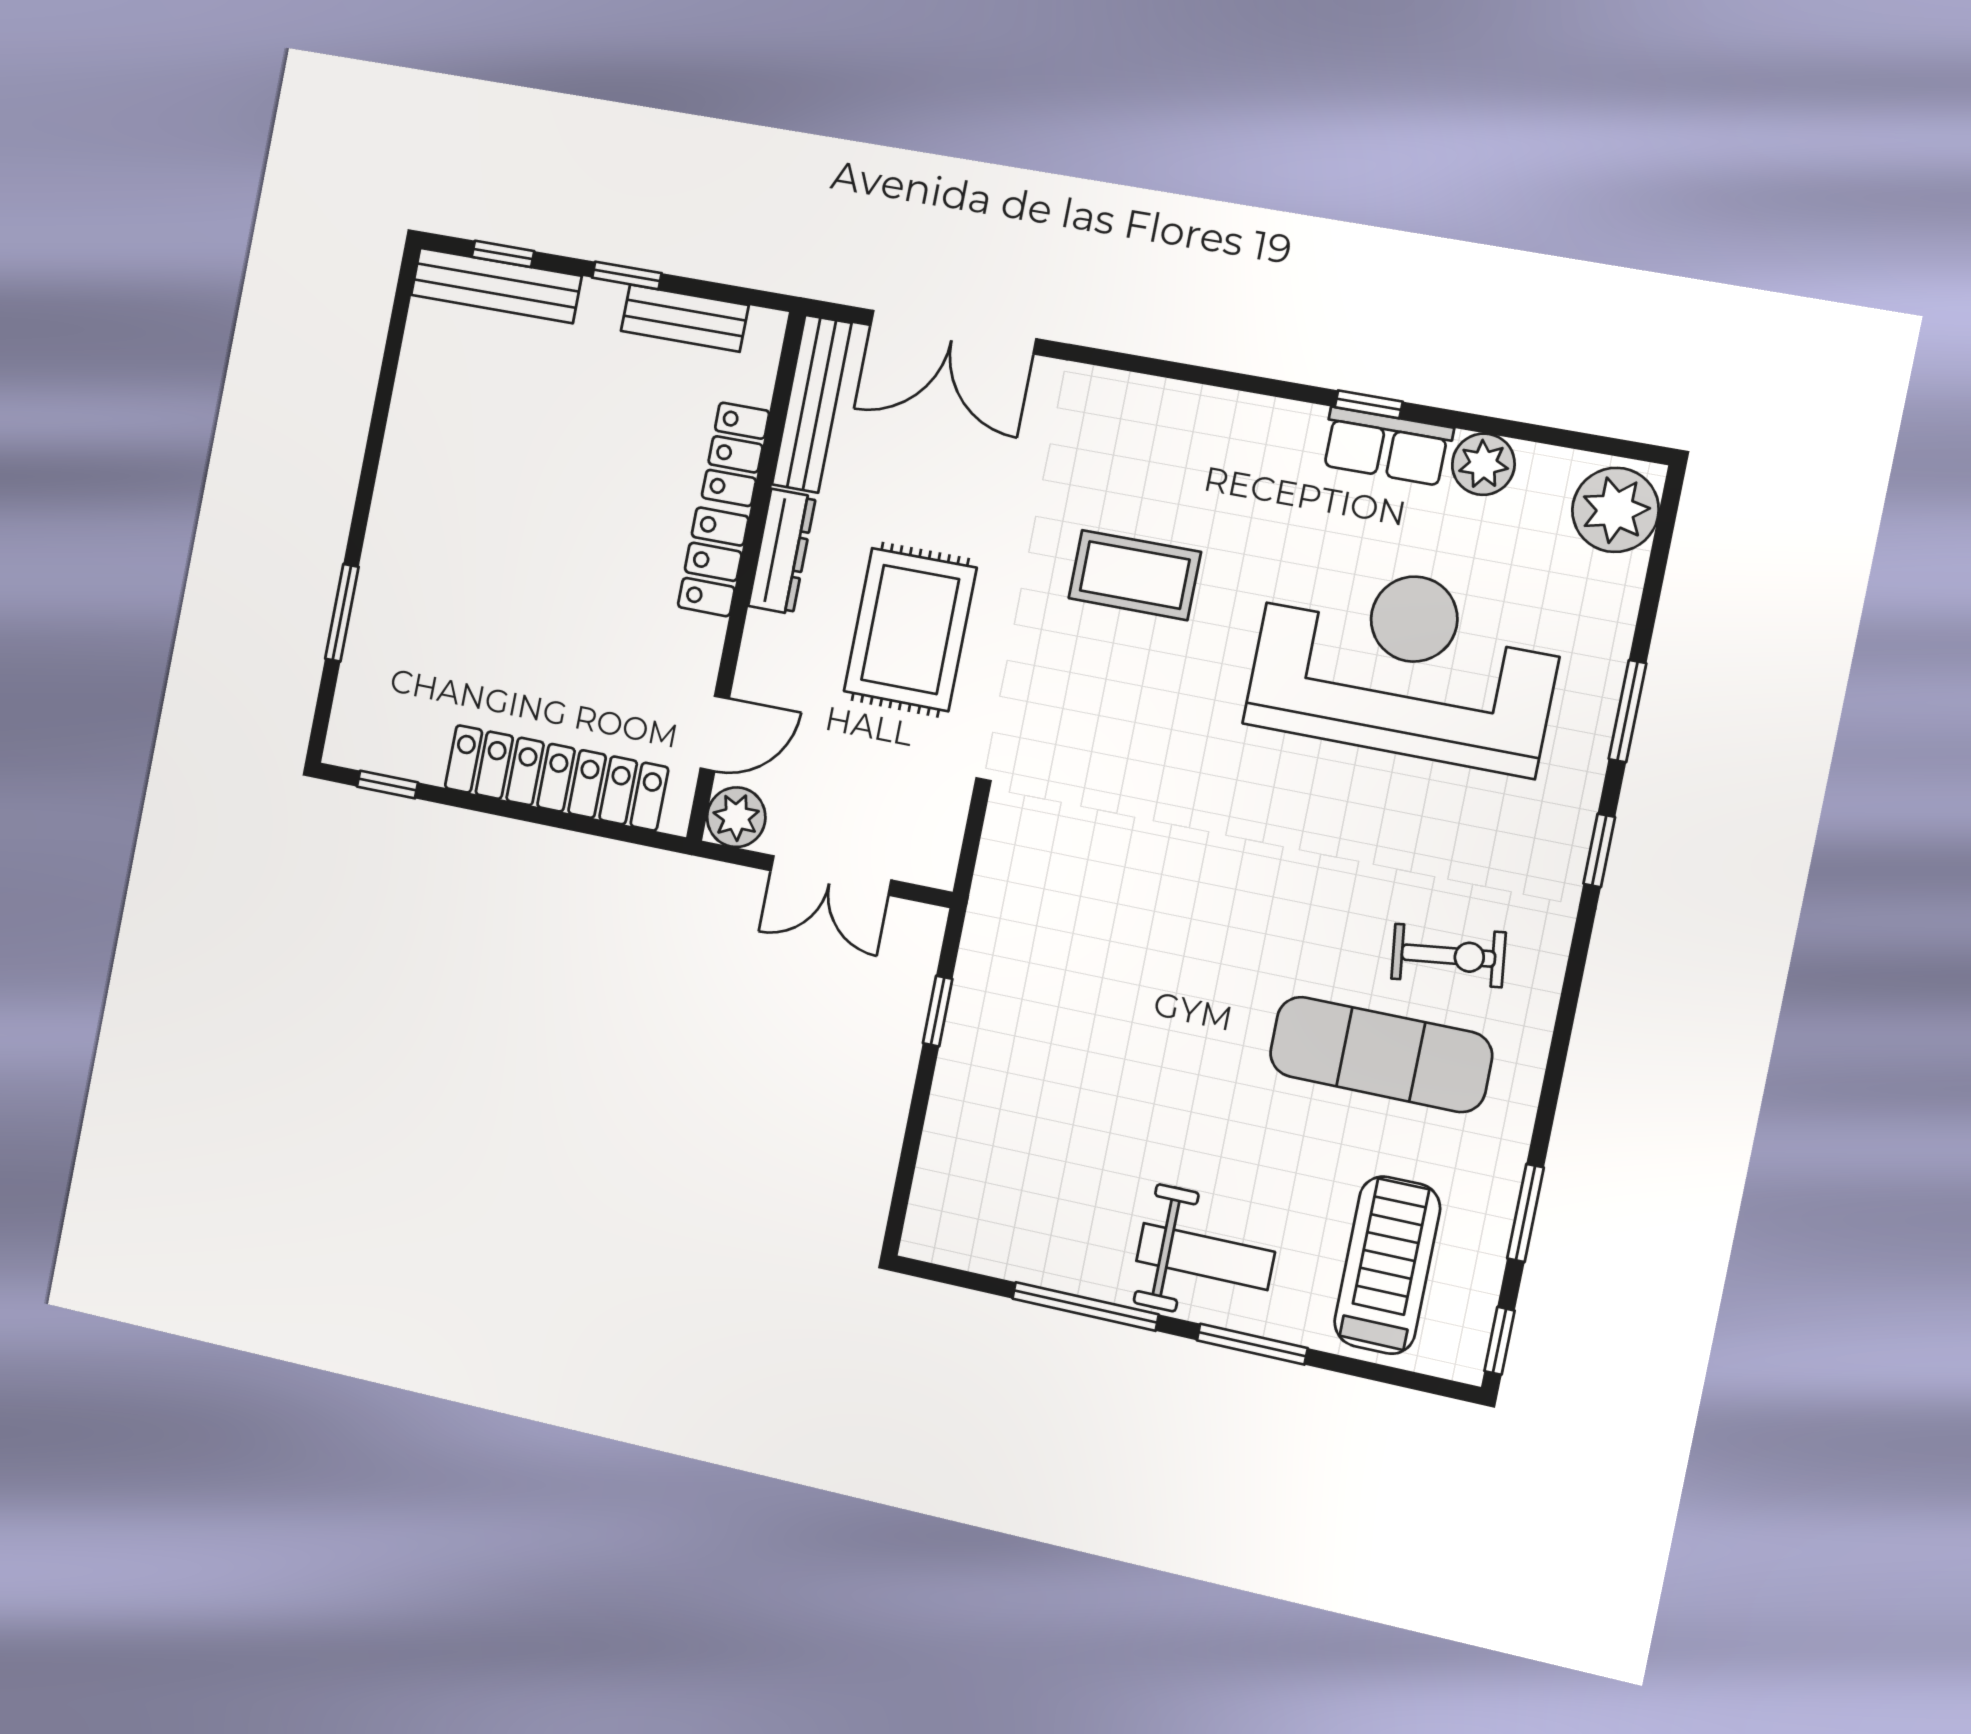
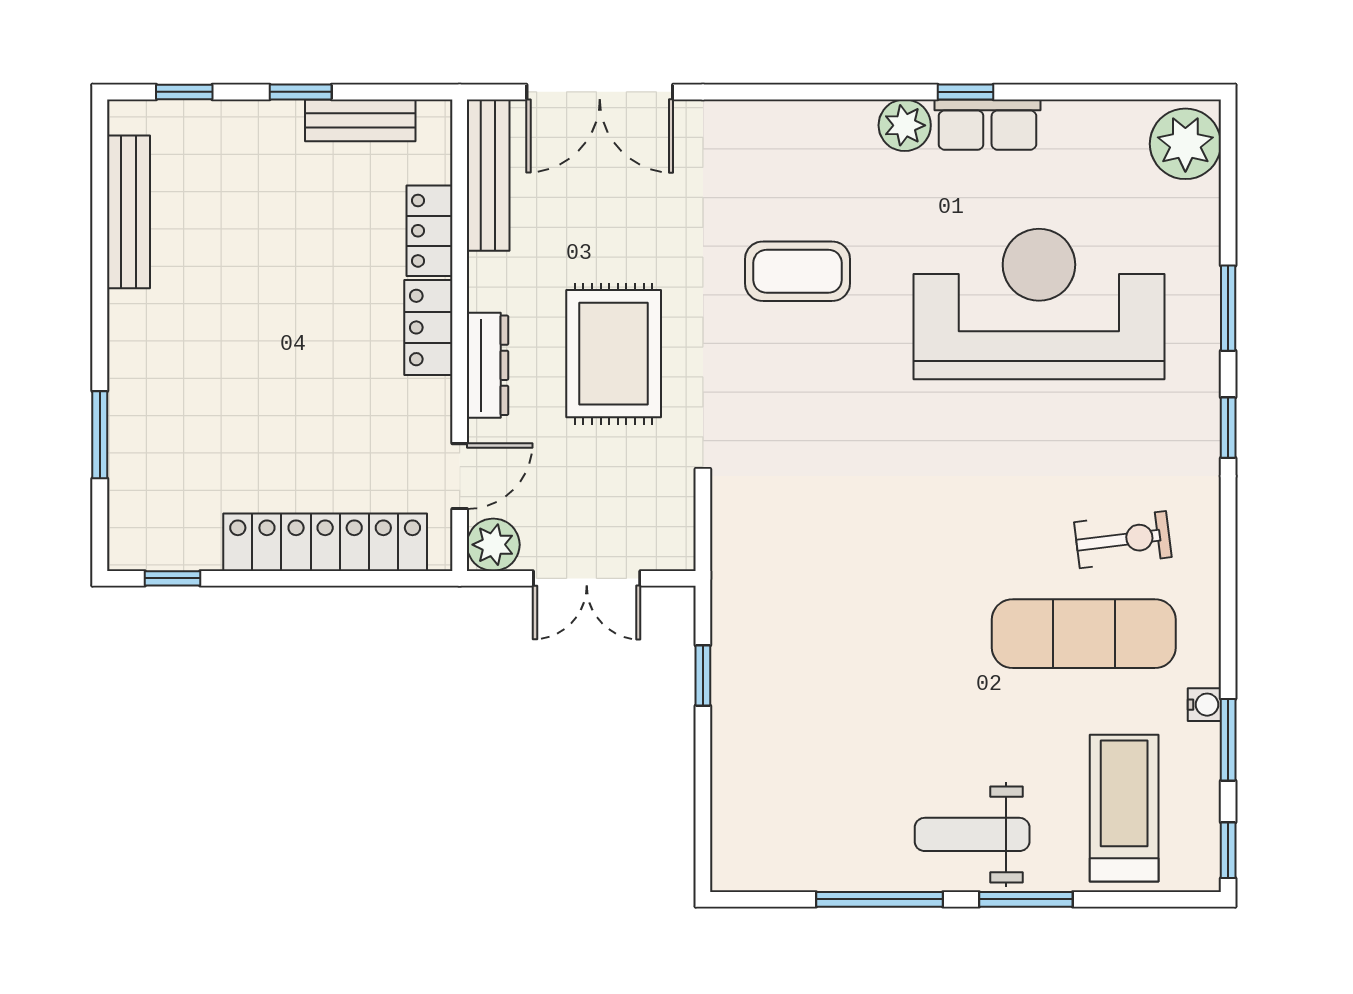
bench: (496, 285) -> (128, 212), moved, turned 90
plant: (1483, 464) -> (905, 125), moved
dresser: (782, 551) -> (488, 365), moved
water cooler: (1506, 1166) -> (1204, 705), added
weight bench: (1205, 1256) -> (972, 834), turned 180

